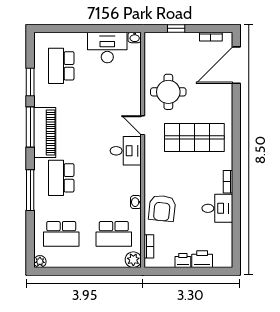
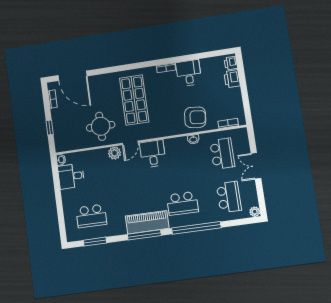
desk: (107, 48) -> (71, 176), width x0.73
window: (30, 82) -> (95, 242), moved
window: (30, 190) -> (196, 228), width x1.46
plant: (133, 260) -> (115, 153), moved
printer: (183, 261) -> (231, 63), moved
double door: (94, 271) -> (256, 166), added

